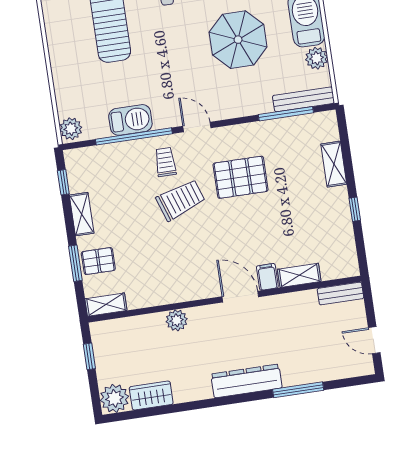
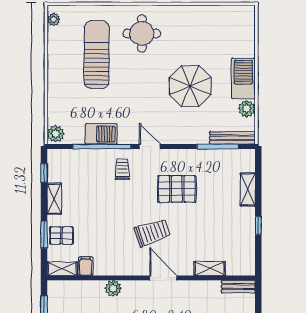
trolley: (181, 200) -> (152, 232), moved
filing cabinet: (267, 277) -> (86, 266), moved

